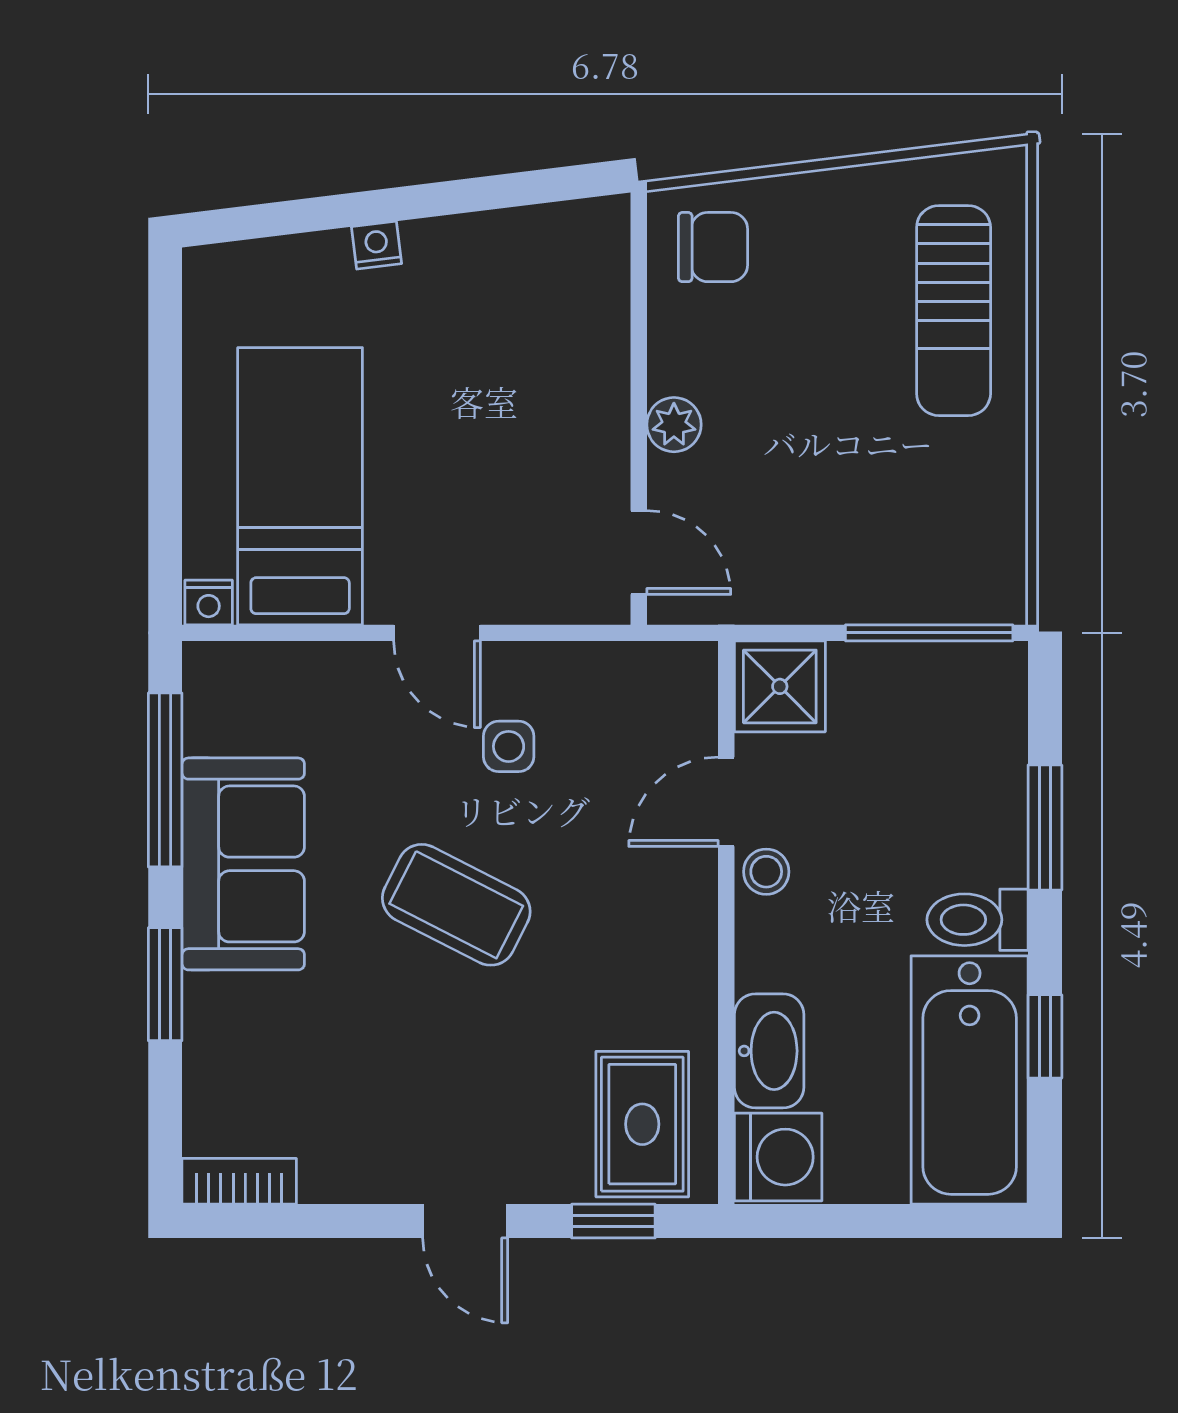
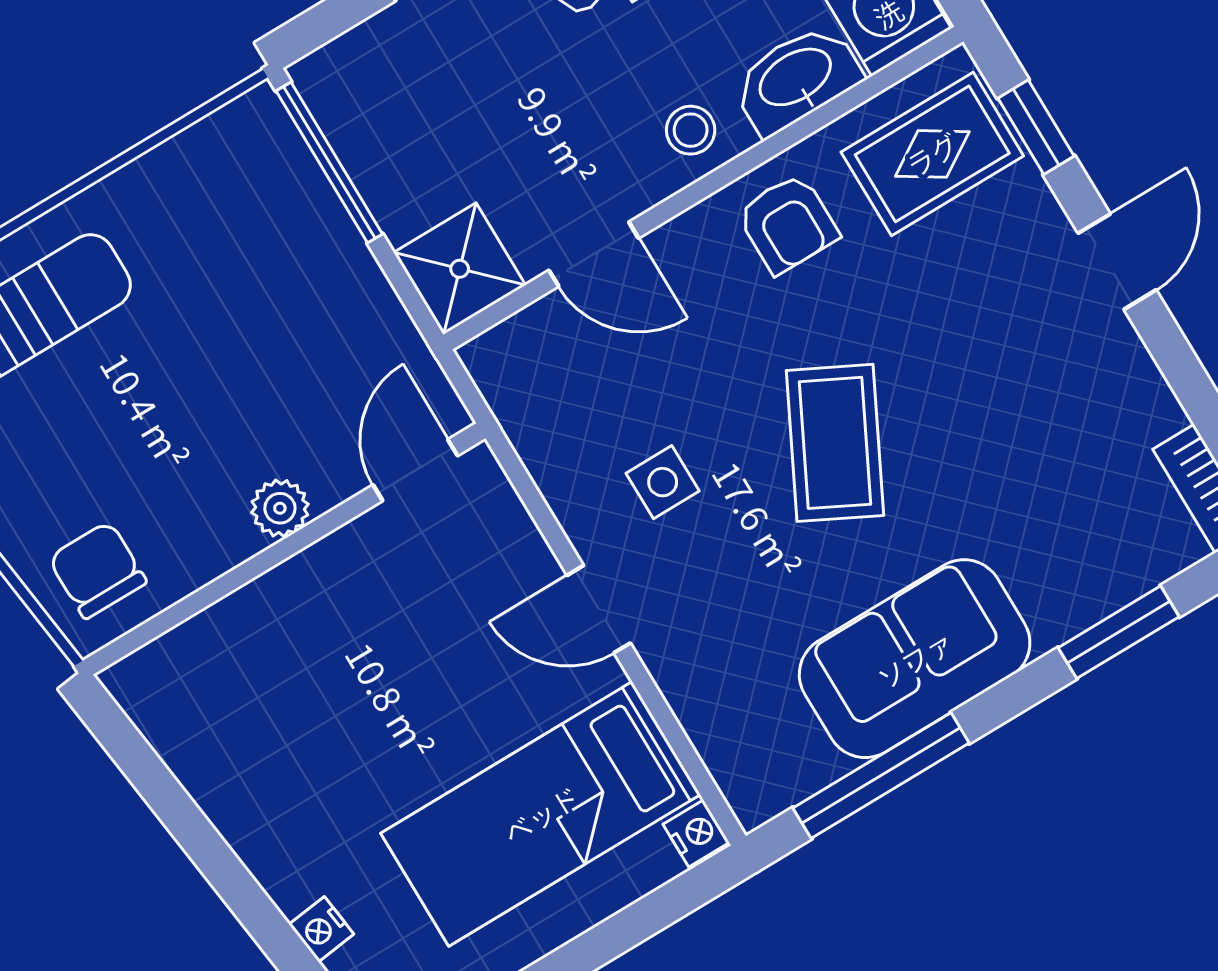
nightstand: (377, 245) -> (321, 929), moved
door: (437, 633) -> (599, 609), swing flipped
stool: (766, 872) -> (691, 130), moved
armchair: (656, 973) -> (788, 224), added
window: (165, 984) -> (1119, 632), moved

